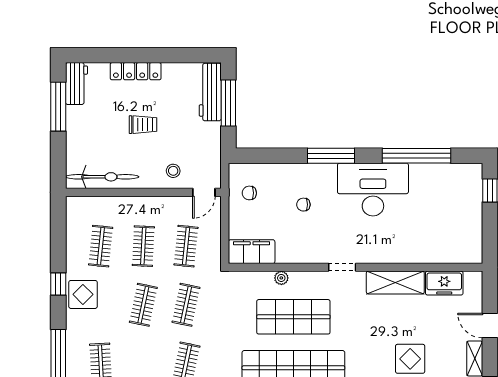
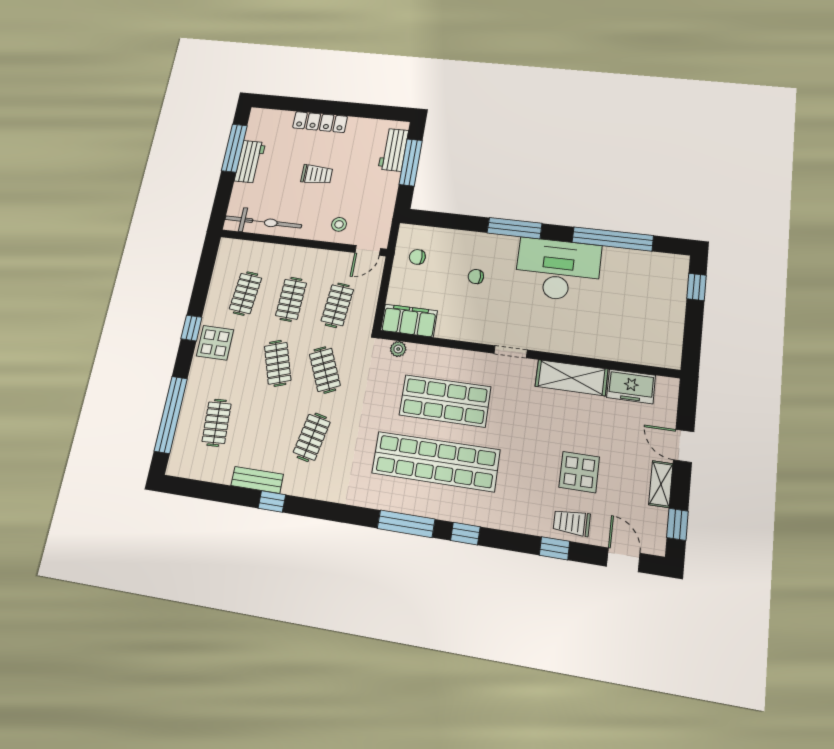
workbench: (76, 84) -> (250, 162), moved
workbench: (210, 92) -> (393, 150), width x0.73
plant: (281, 278) -> (398, 349), moved
clothes rail: (143, 305) -> (278, 363), turned -30
clothes rail: (186, 305) -> (325, 370), turned -36

